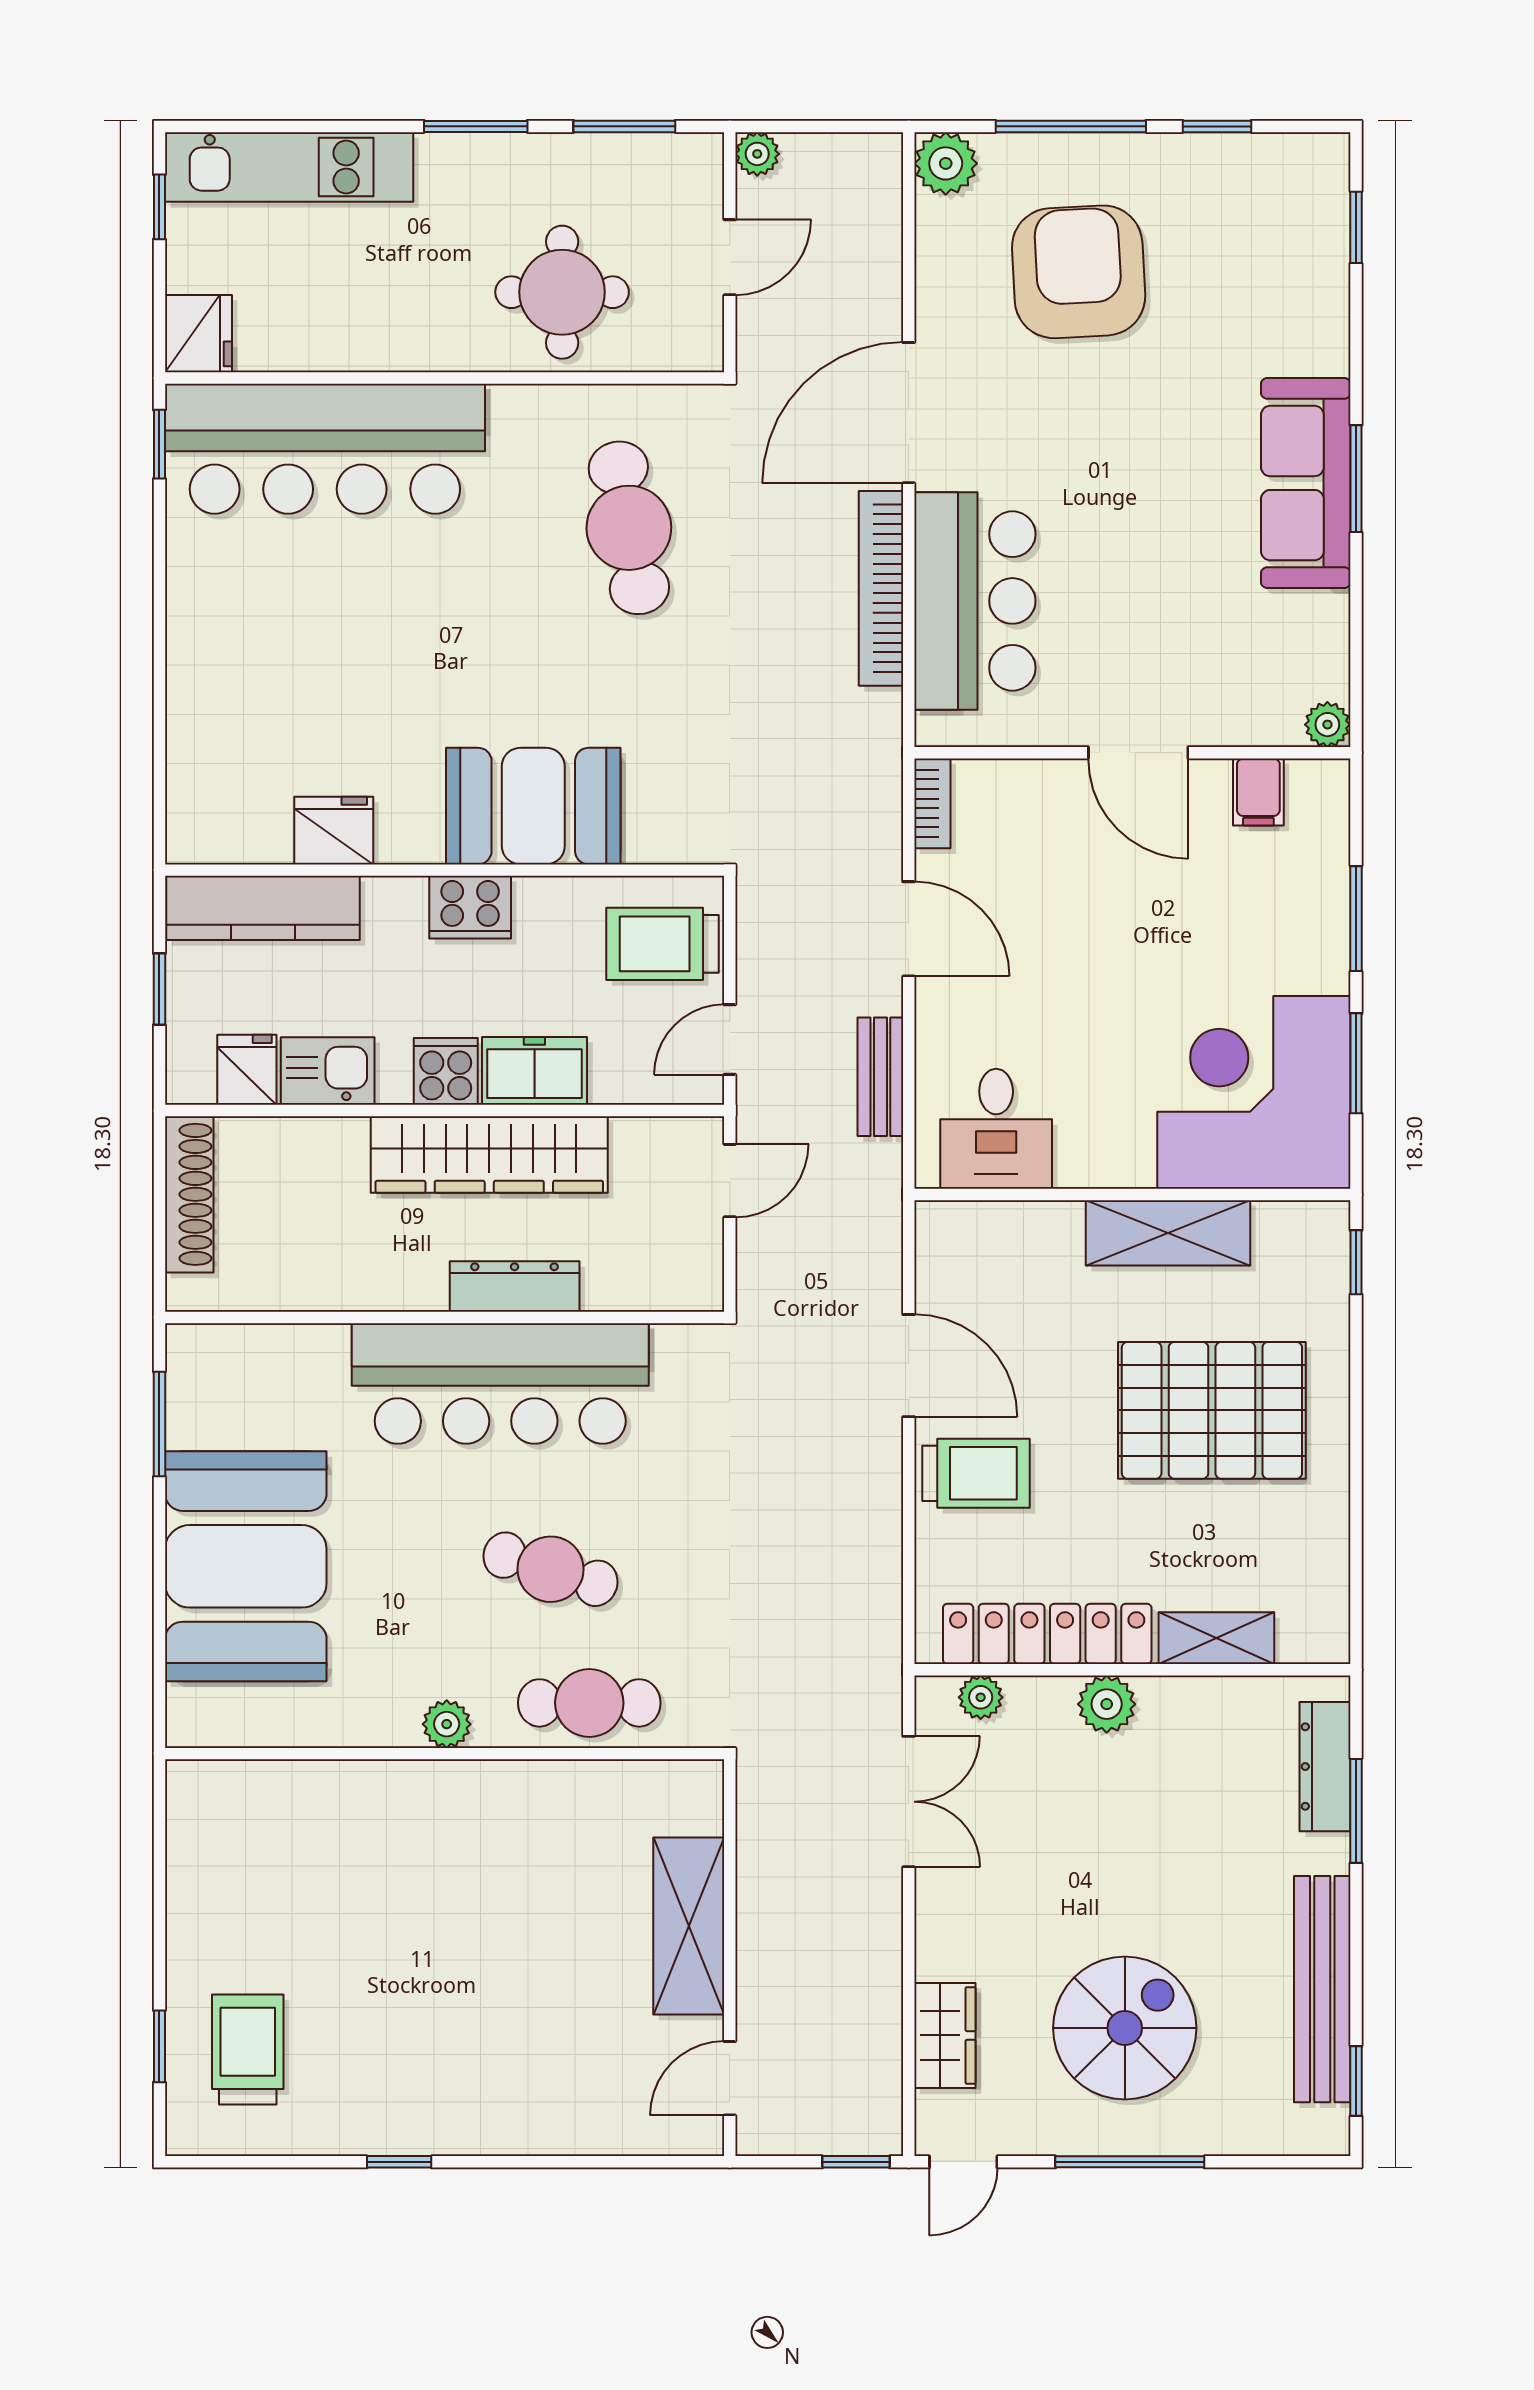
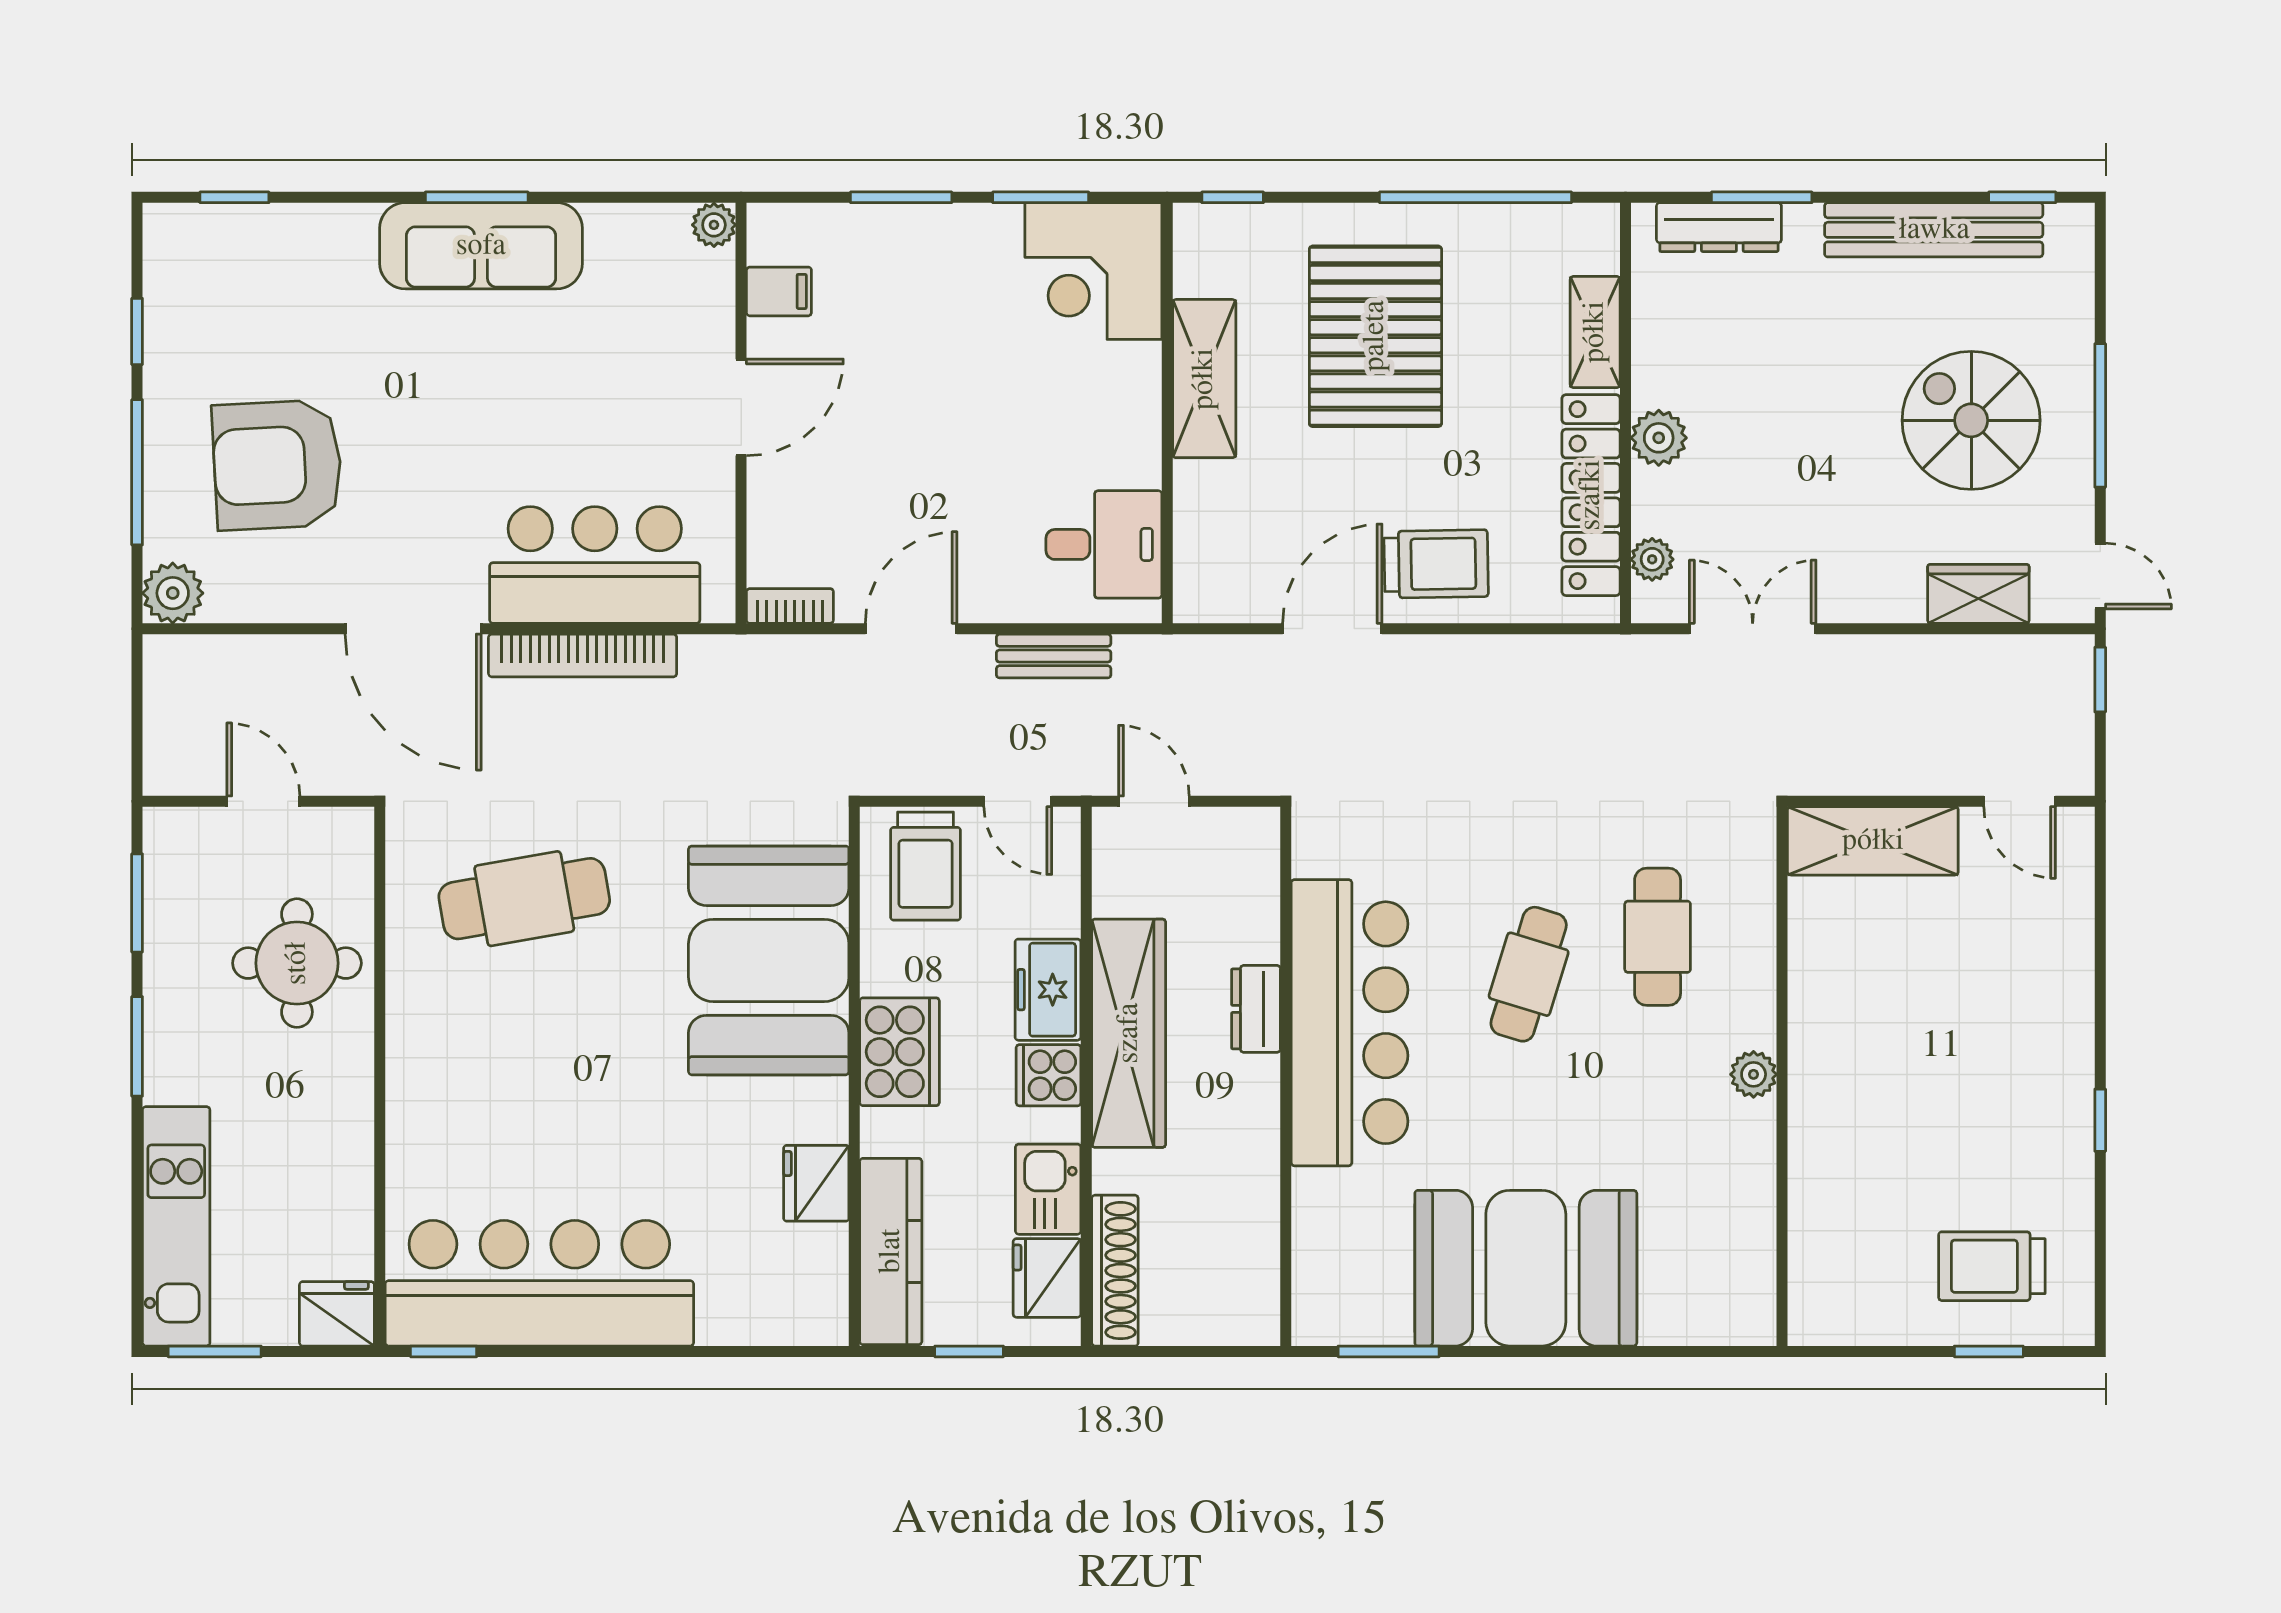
plant: (757, 154) -> (164, 775), removed
window: (159, 207) -> (215, 1351), width x1.50
bar counter: (325, 449) -> (539, 1283), moved, turned -90
booth: (533, 806) -> (769, 960), width x1.36, depth x1.42
cooker: (470, 907) -> (900, 1052), width x1.37, depth x1.31
fridge: (247, 1070) -> (1047, 1278), width x1.38
corner desk: (1254, 1092) -> (1093, 271), width x0.74, depth x0.74
shoe rack: (189, 1194) -> (1115, 1271), moved, turned 90
dresser: (515, 1287) -> (1256, 1009), width x0.70
trolley: (976, 1473) -> (1436, 564), turned 89
window: (1356, 1514) -> (1475, 197), added
plant: (447, 1724) -> (1754, 1074), moved
wall: (445, 1754) -> (1782, 1076), moved

